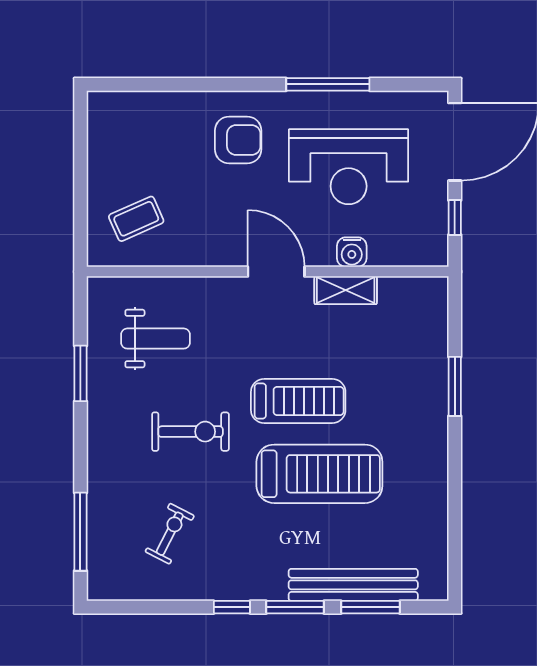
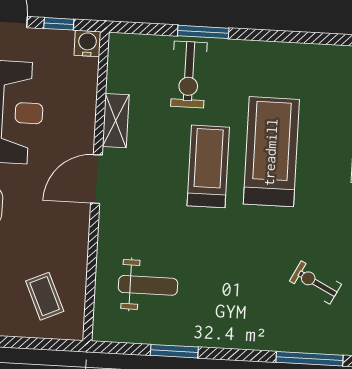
water cooler: (352, 252) -> (87, 43), moved, turned -90
weight bench: (156, 339) -> (148, 285), turned 90
exercise bike: (191, 432) -> (189, 74), moved, turned 180

